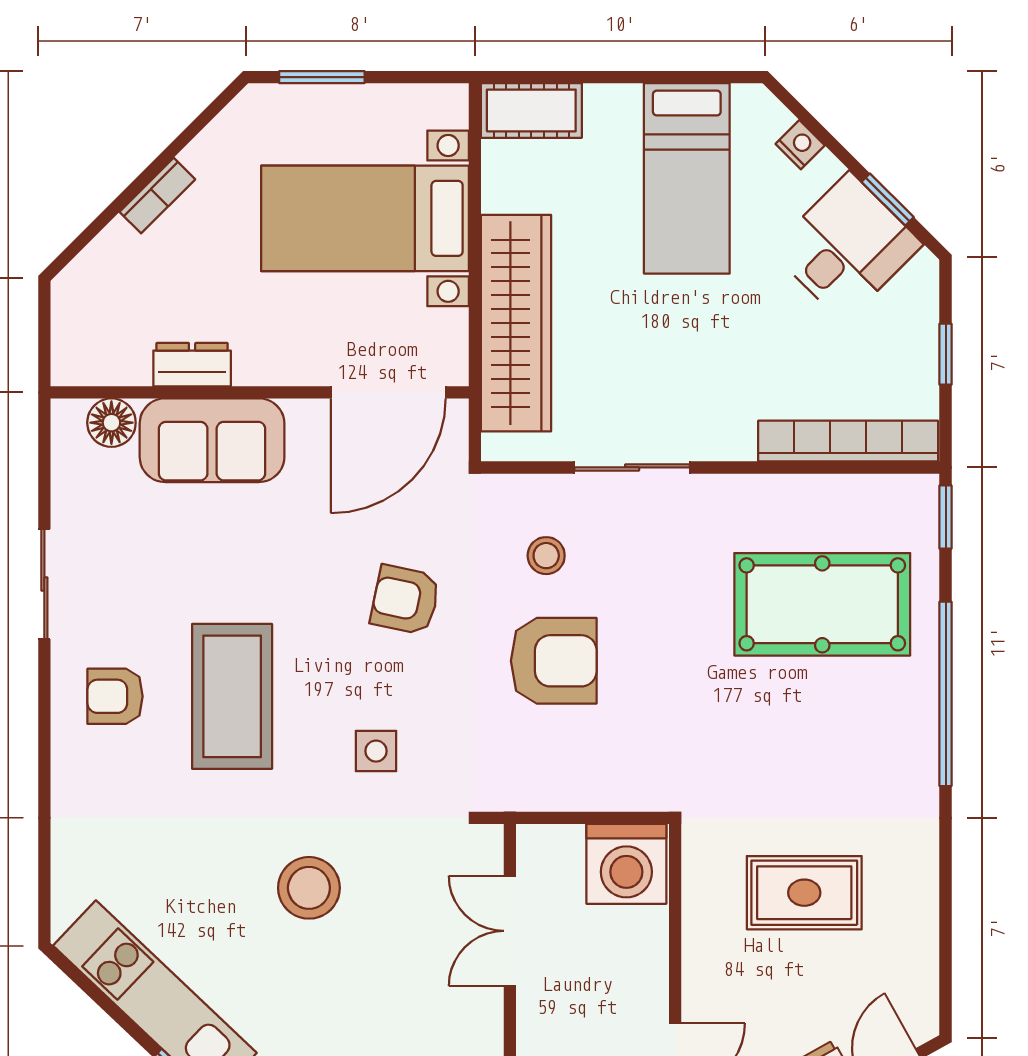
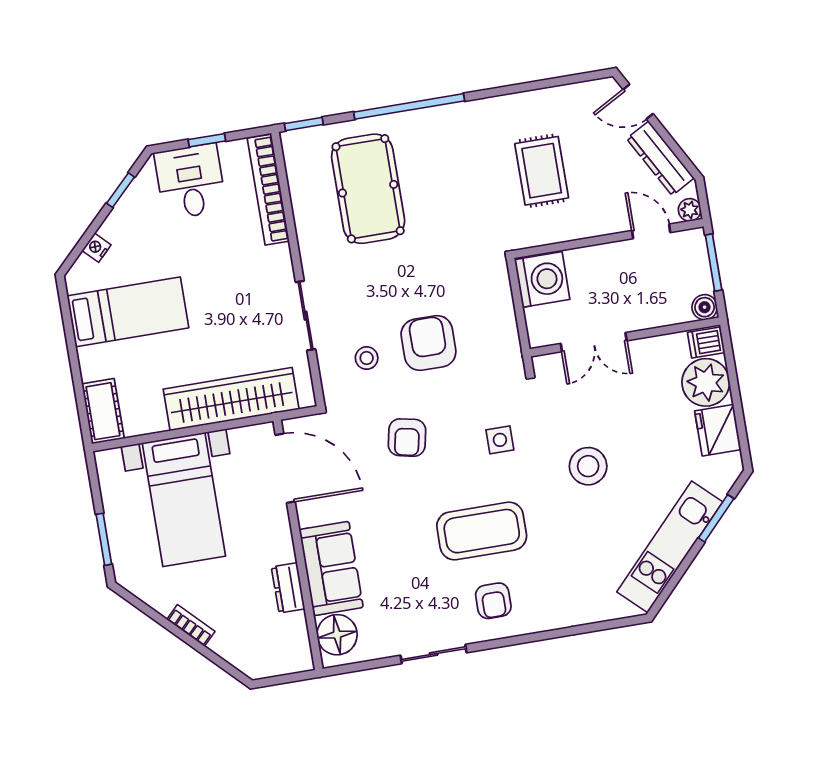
desk: (847, 247) -> (190, 181), moved, turned 45
floor lamp: (111, 423) -> (337, 635), width x1.38, depth x1.38

